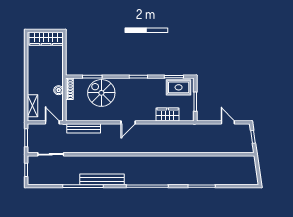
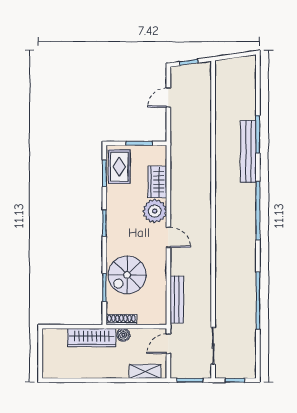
wardrobe: (46, 39) -> (92, 338), moved, turned 90
plant: (147, 113) -> (155, 211), added
bench: (102, 179) -> (248, 151), moved

